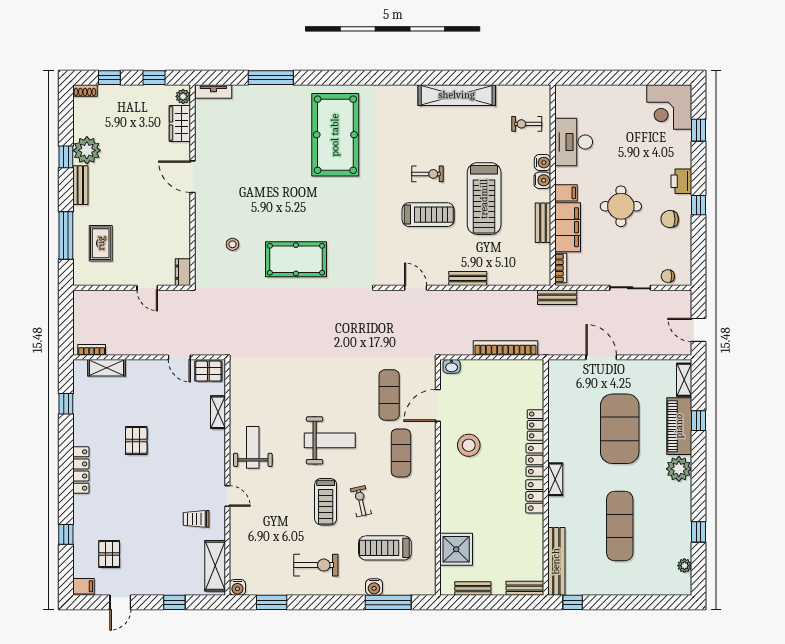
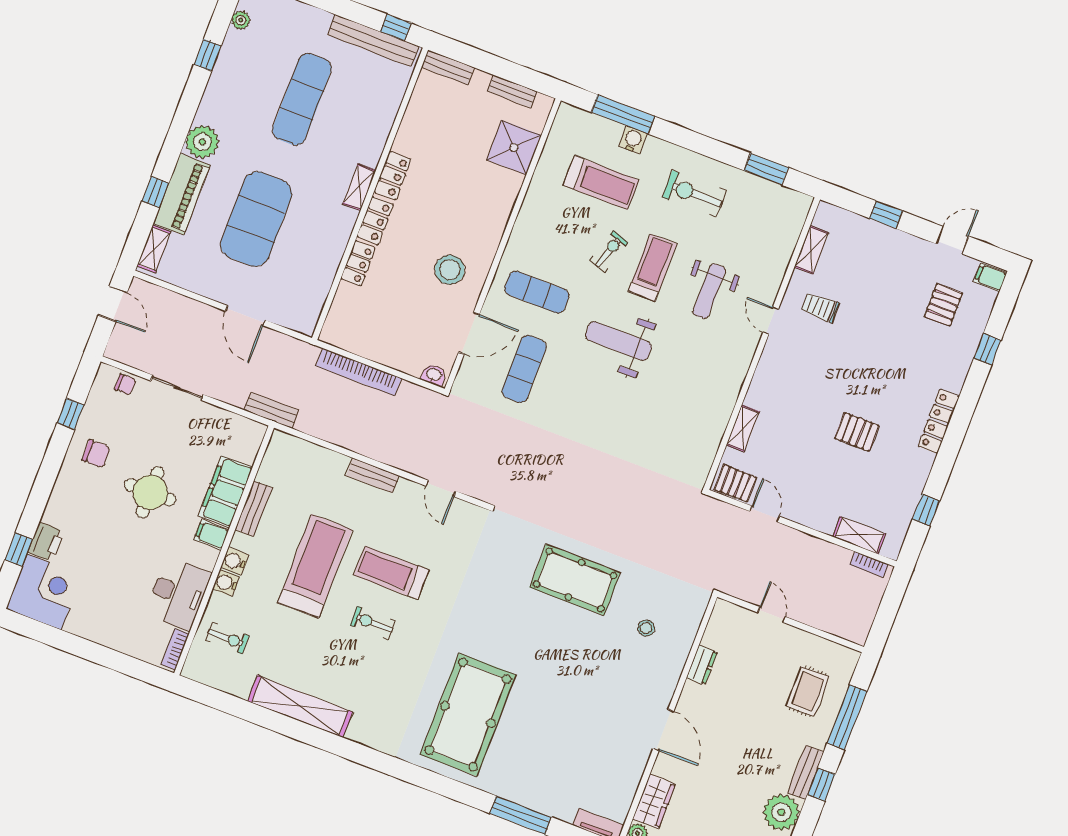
window: (66, 157) -> (821, 784), moved
printer: (681, 181) -> (46, 542), moved
window: (699, 205) -> (71, 414), moved
bookcase: (561, 268) -> (175, 649), moved
dresser: (183, 272) -> (702, 665), moved
pallet: (136, 440) -> (857, 432), turned 90
weight bench: (253, 447) -> (709, 291), moved
exercise mat: (401, 453) -> (537, 292), turned 90
exercise bike: (361, 501) -> (609, 251), turned -149
trolley: (196, 519) -> (820, 307), turned 180
bench: (556, 561) -> (373, 41), moved, turned 90
shelving: (215, 566) -> (811, 250), width x0.67, depth x0.75
water cooler: (237, 587) -> (801, 203), removed

